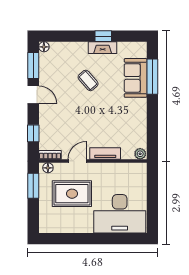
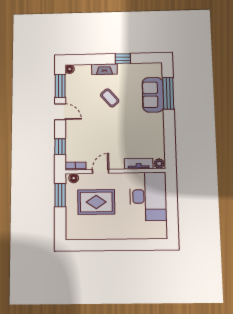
fireplace: (103, 48) -> (104, 69), moved
tv unit: (105, 154) -> (139, 164), moved
desk: (120, 214) -> (148, 196), moved, turned -90

